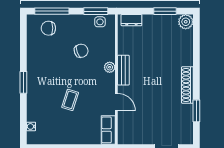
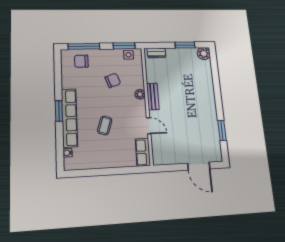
shoe rack: (187, 85) -> (211, 108), removed
row of seats: (34, 90) -> (69, 118), added

